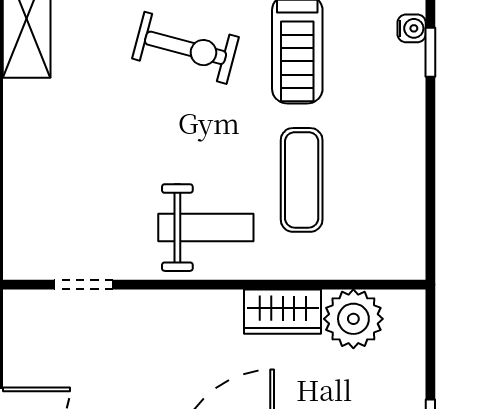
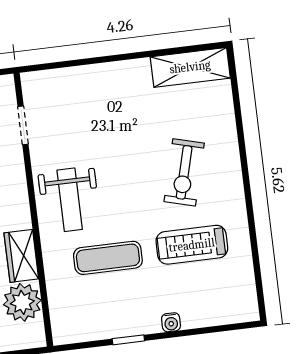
water cooler: (412, 28) -> (171, 322), moved
window: (430, 52) -> (128, 340), moved

